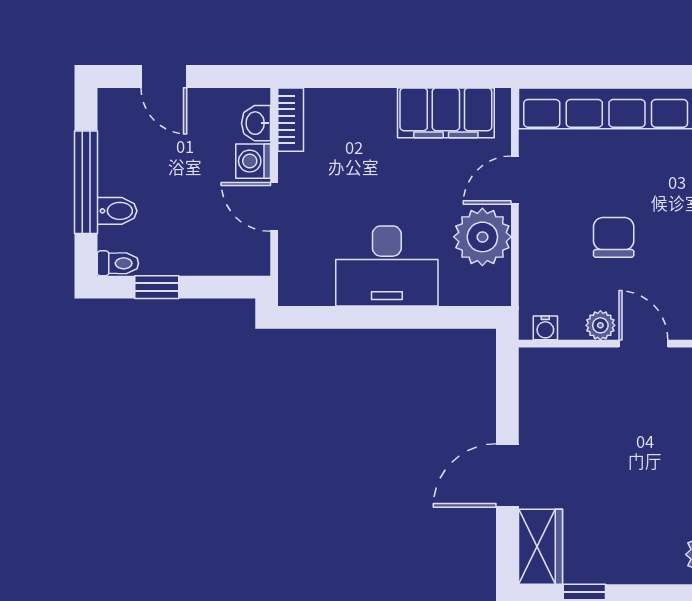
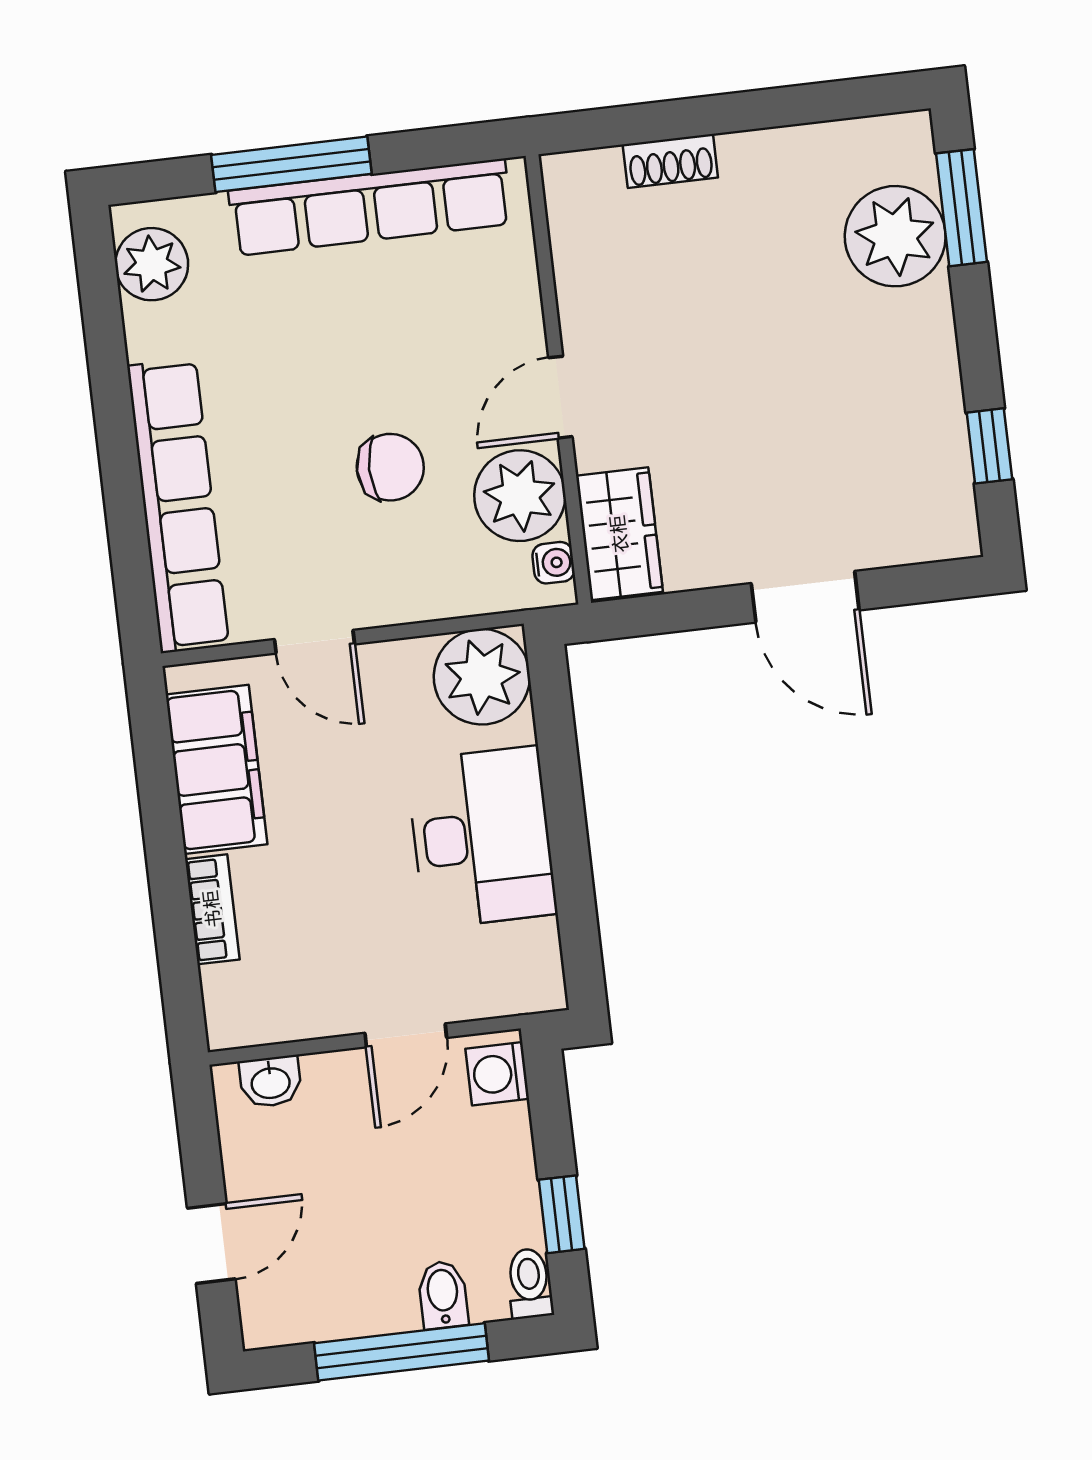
bookcase: (291, 120) -> (212, 909), moved, turned 90
washing machine: (253, 161) -> (497, 1074), moved, turned 90
plant: (482, 237) -> (482, 677), moved
chair: (614, 237) -> (390, 467), turned 180
plant: (600, 325) -> (520, 496), width x1.88, depth x1.88
wardrobe: (541, 547) -> (619, 534), moved, turned 90

